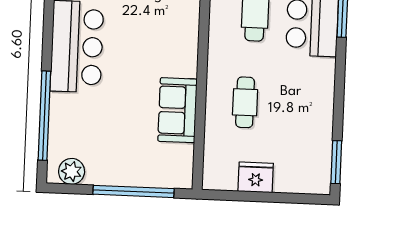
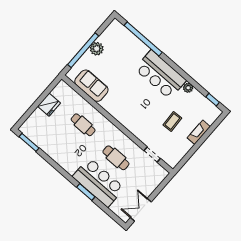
sofa: (177, 110) -> (91, 86), moved
plant: (72, 171) -> (97, 49), moved

